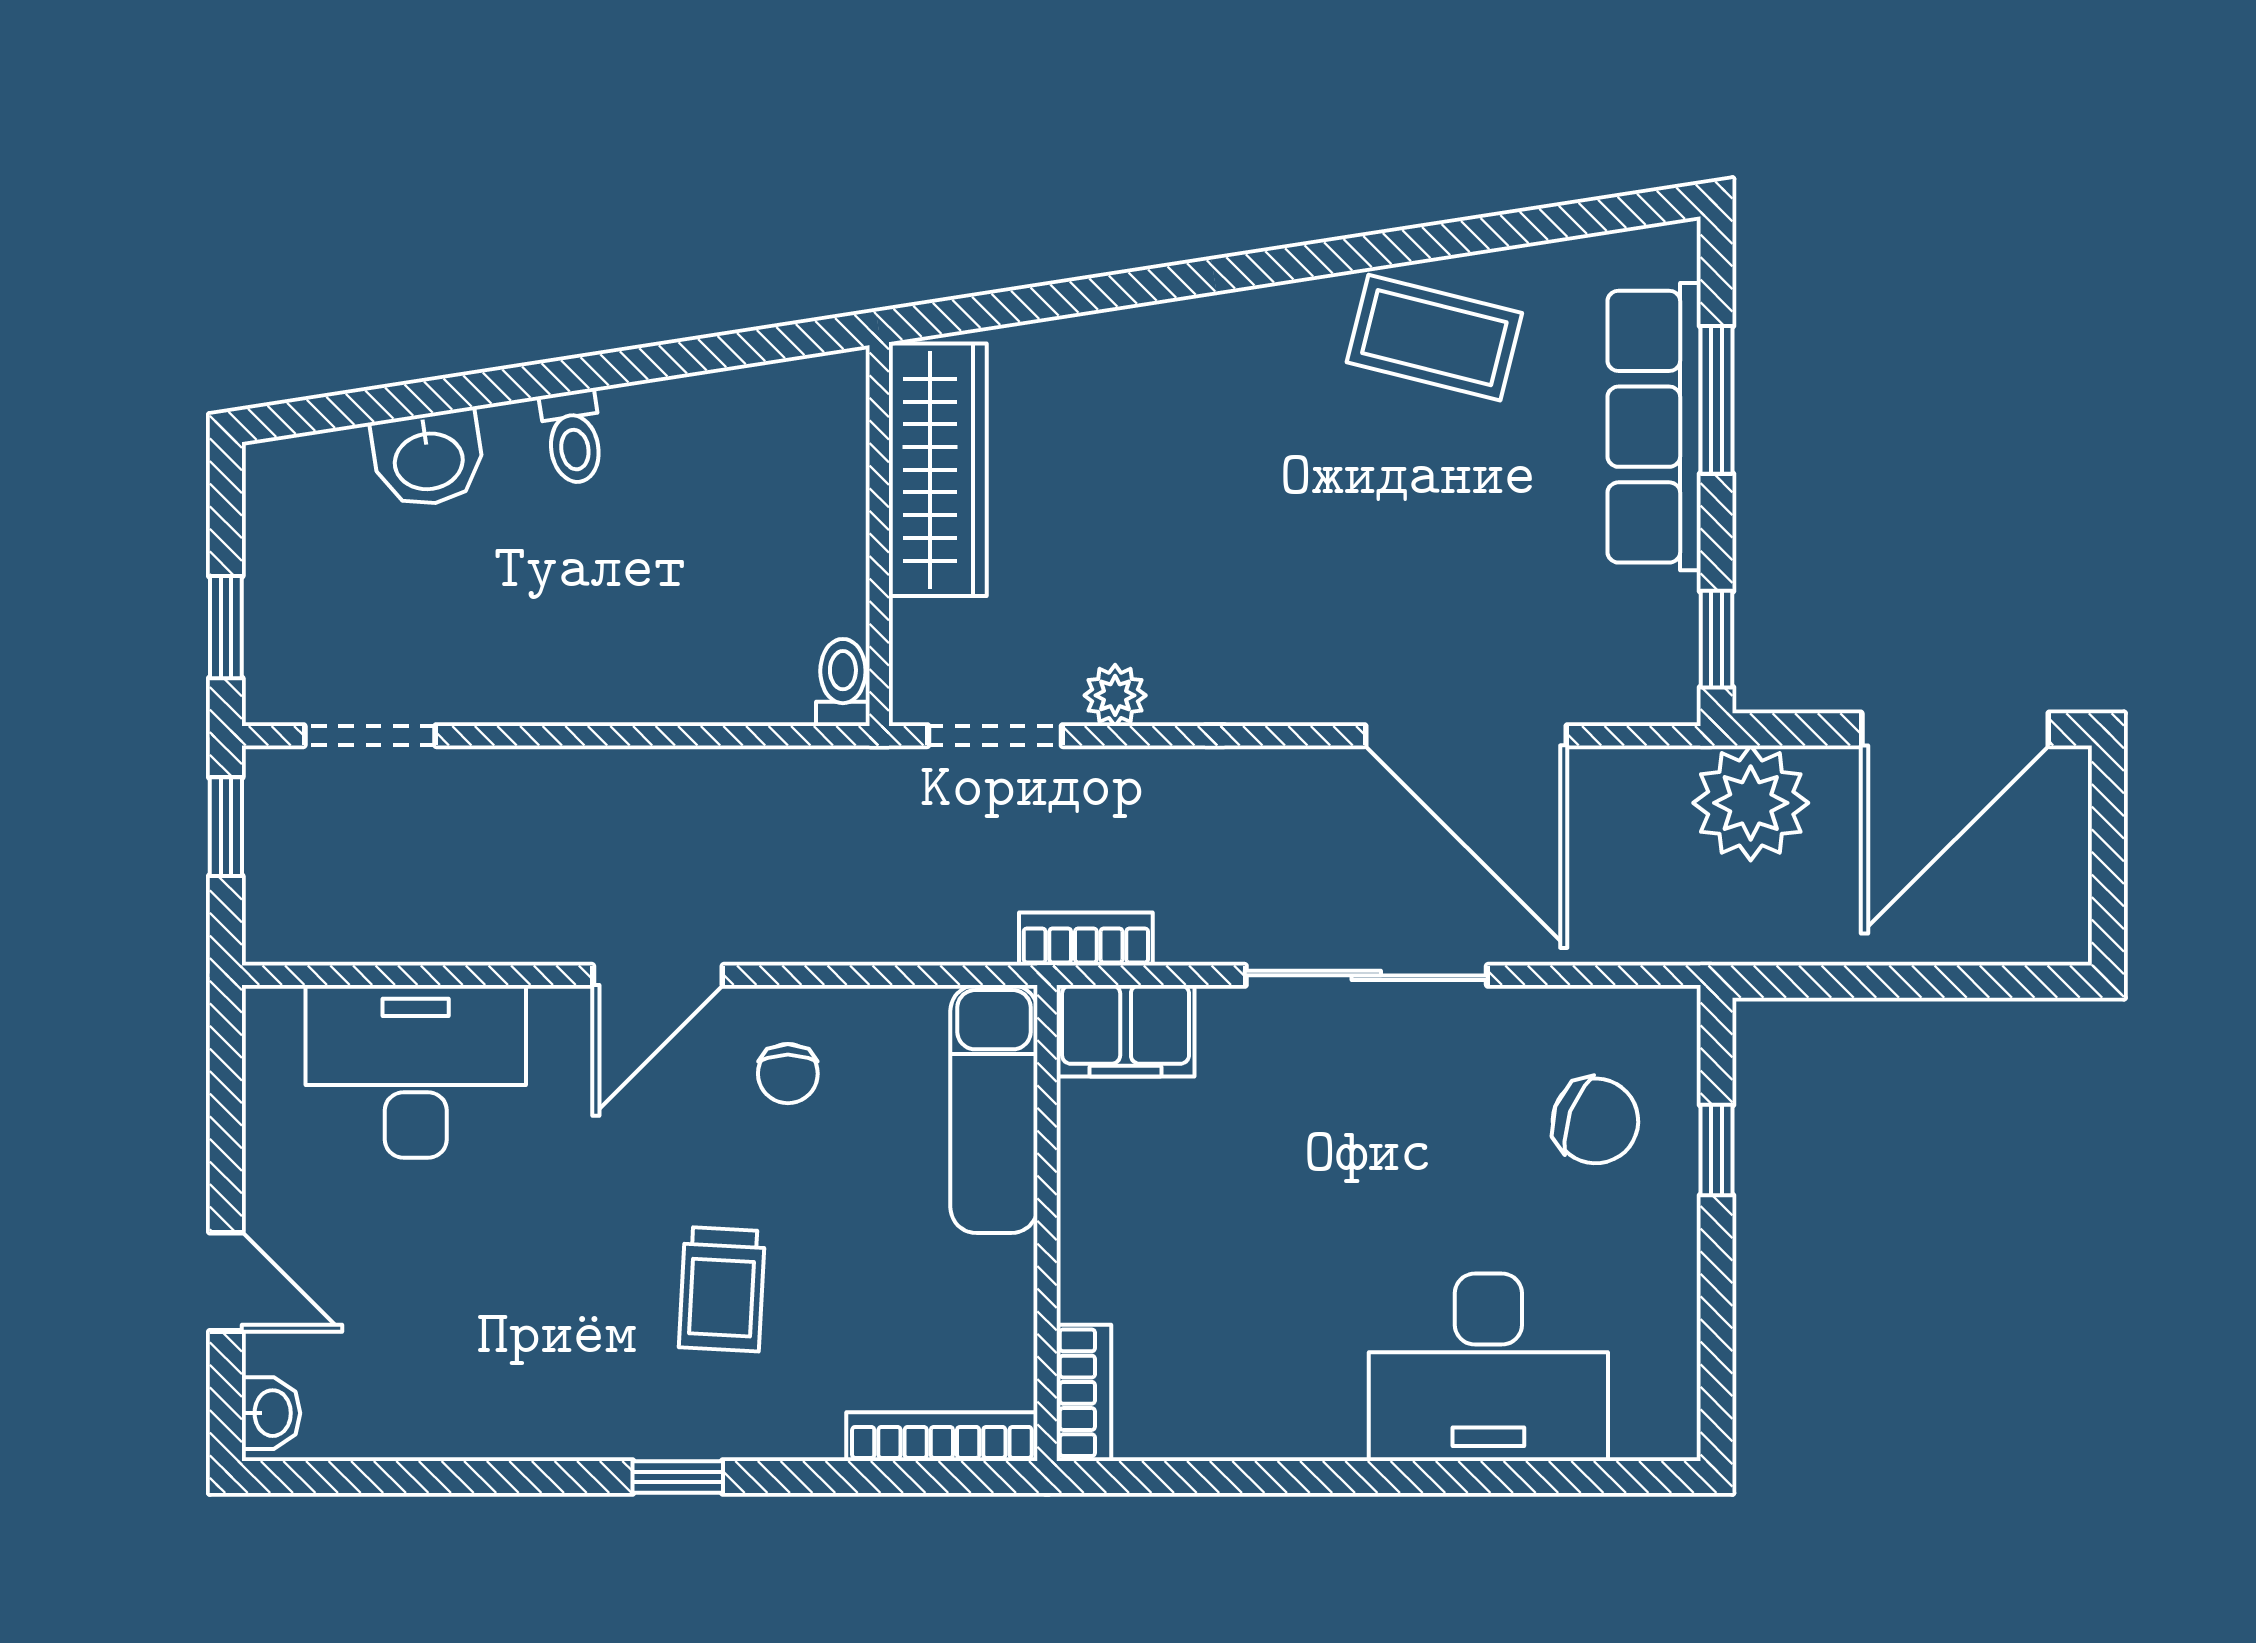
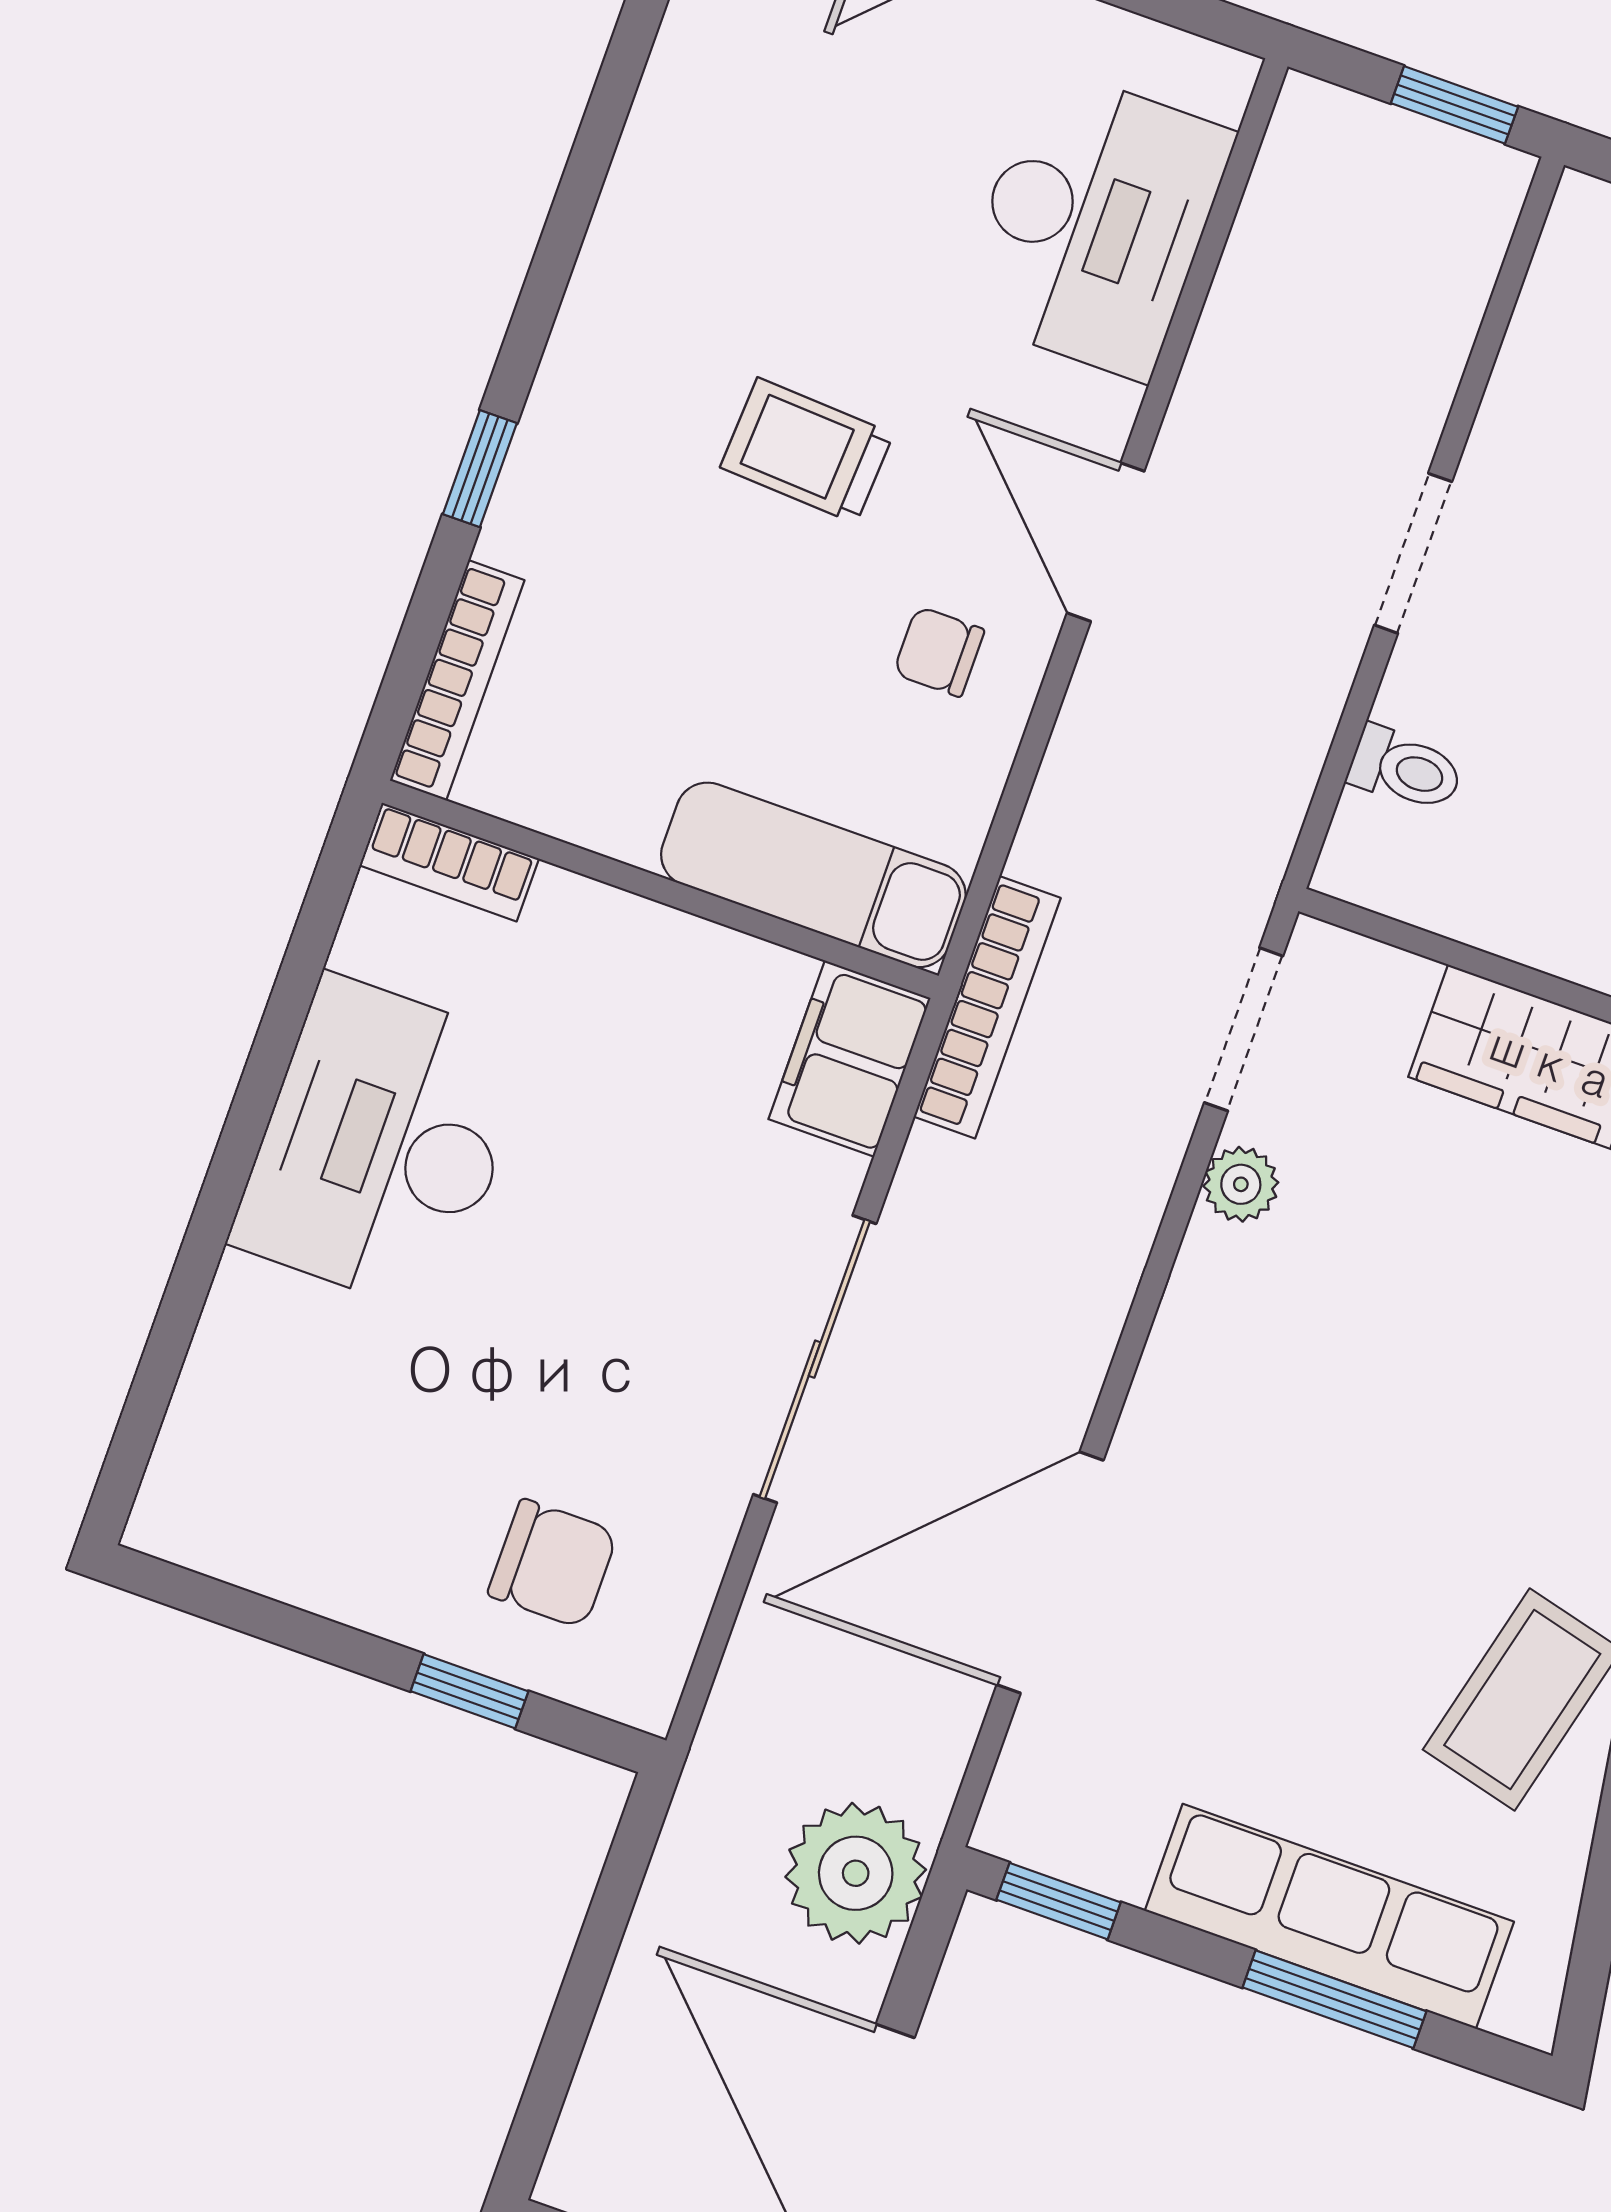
toilet: (843, 682) -> (1405, 769), moved
doorway: (370, 736) -> (1413, 553), moved
bookcase: (1086, 939) -> (987, 1007), width x1.56
chair: (1595, 1121) -> (553, 1564), turned -110
trolley: (722, 1289) -> (807, 451), moved
desk: (1488, 1367) -> (382, 1144), moved
window: (678, 1477) -> (480, 469), moved

